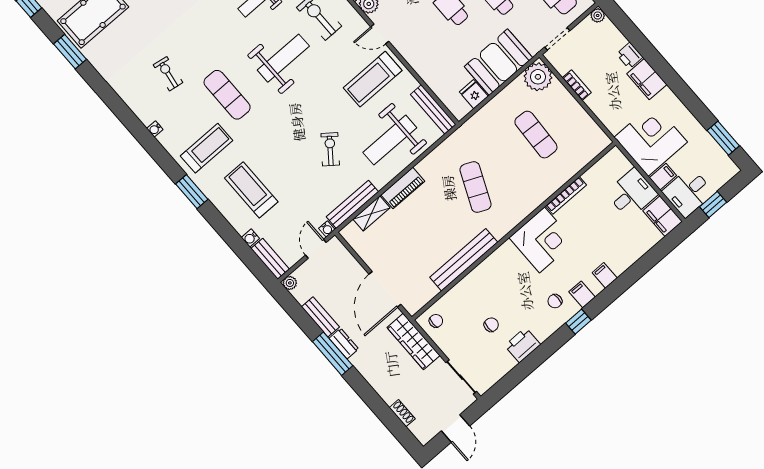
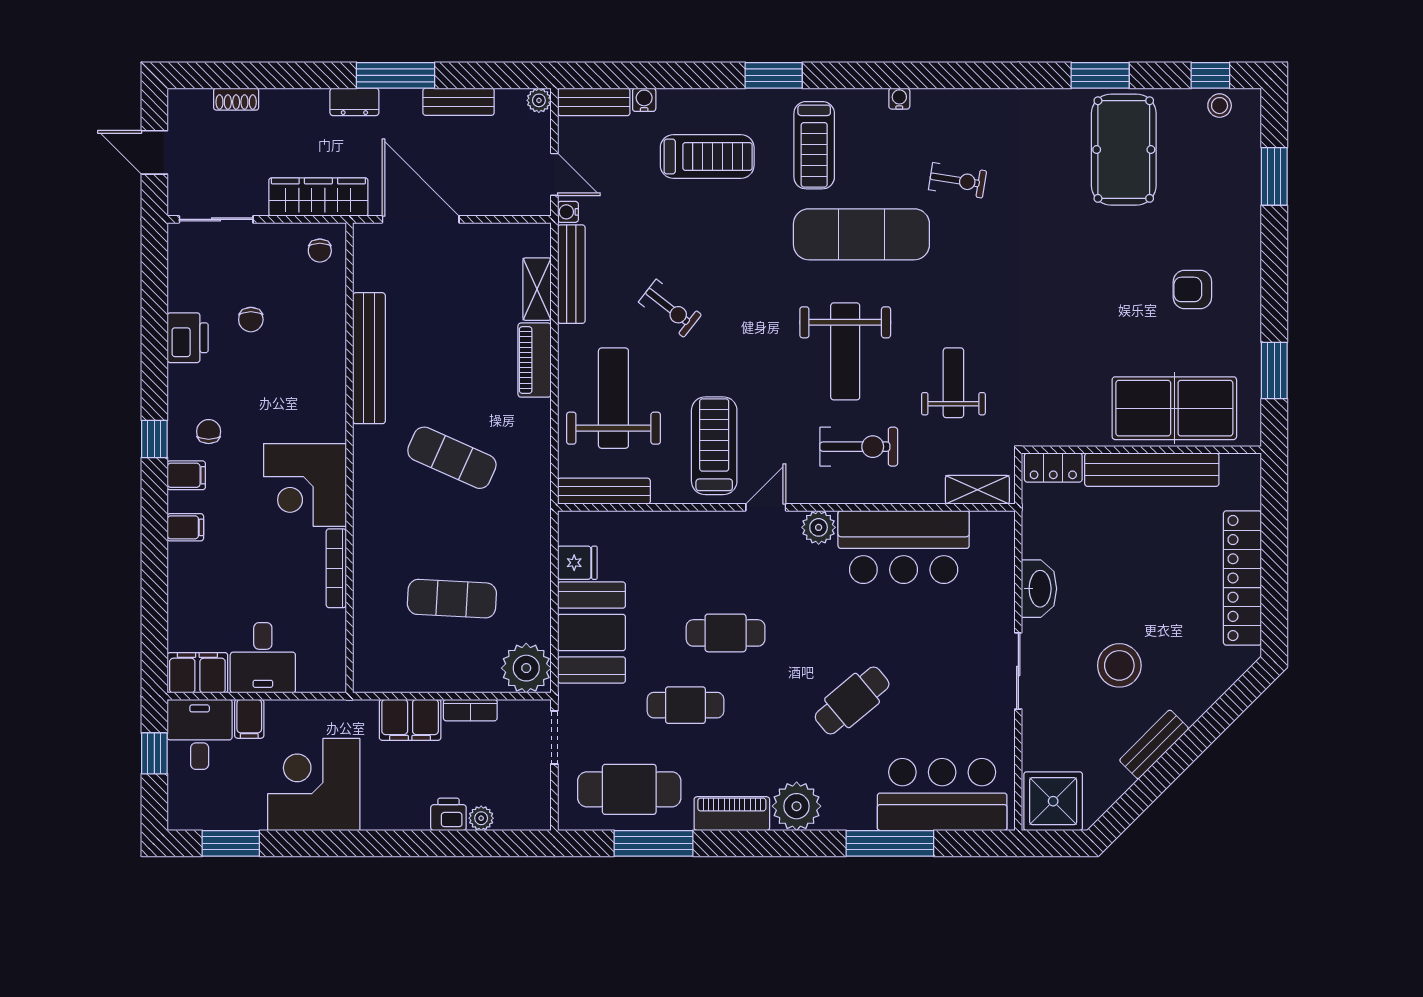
plant: (598, 15) -> (481, 818), moved
filing cabinet: (647, 79) -> (410, 720), moved, turned 180
exercise mat: (227, 95) -> (861, 234), width x1.36, depth x1.45
corner desk: (651, 140) -> (314, 784), moved, turned 180
dresser: (344, 344) -> (354, 102), moved

